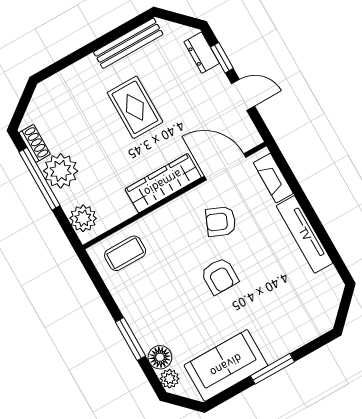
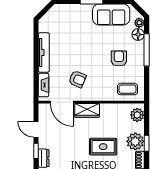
rug: (135, 107) -> (103, 147), moved, turned 90
window: (40, 179) -> (147, 143), width x0.46
wardrobe: (163, 183) -> (87, 110), width x0.67
armchair: (220, 276) -> (119, 58), moved
window: (131, 339) -> (147, 50), width x1.44

